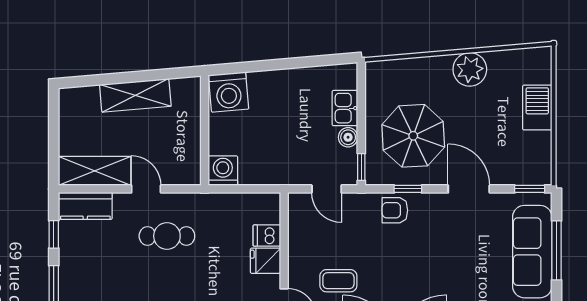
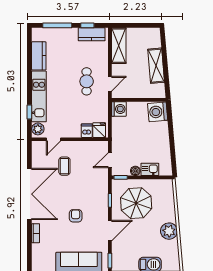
door: (146, 189) -> (110, 84), moved
kitchen counter: (85, 206) -> (92, 34), moved, turned -90
armchair: (395, 210) -> (76, 216), moved
fridge: (265, 261) -> (99, 130), moved

